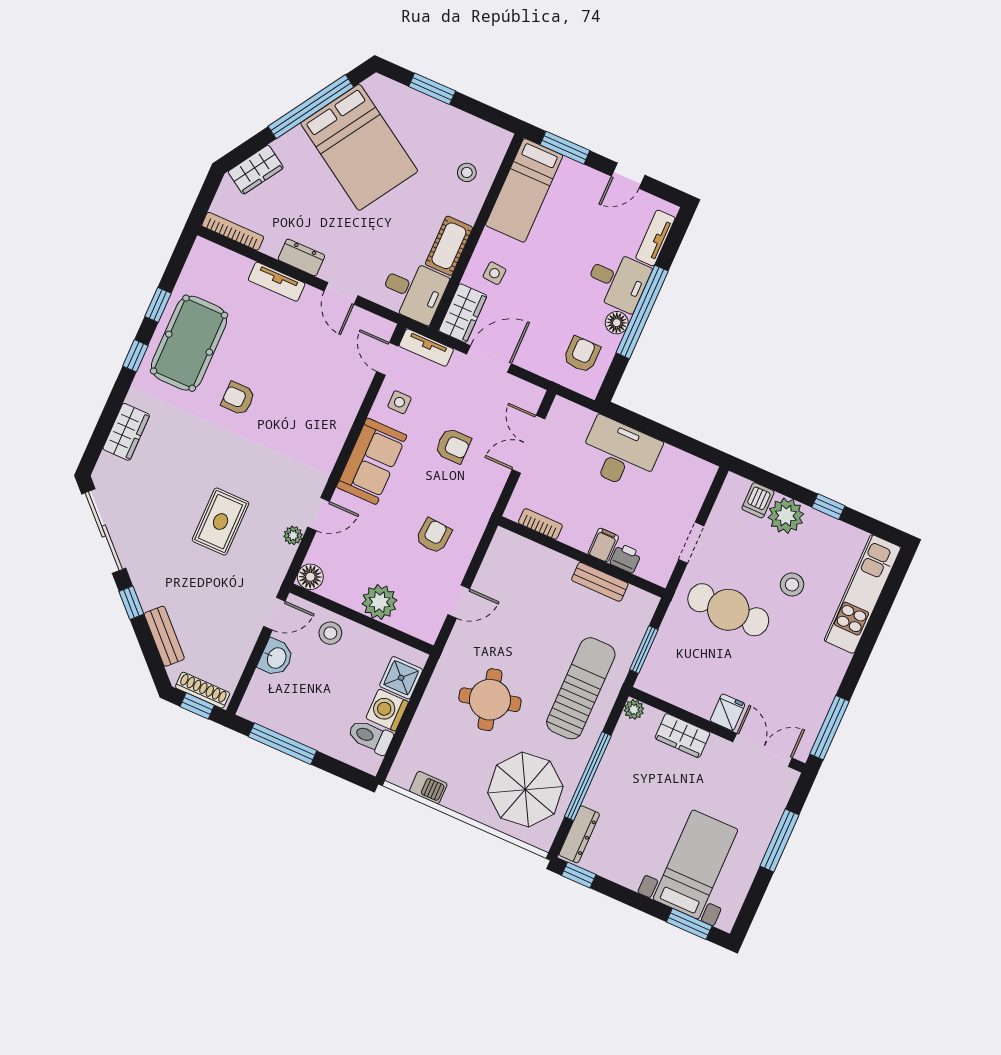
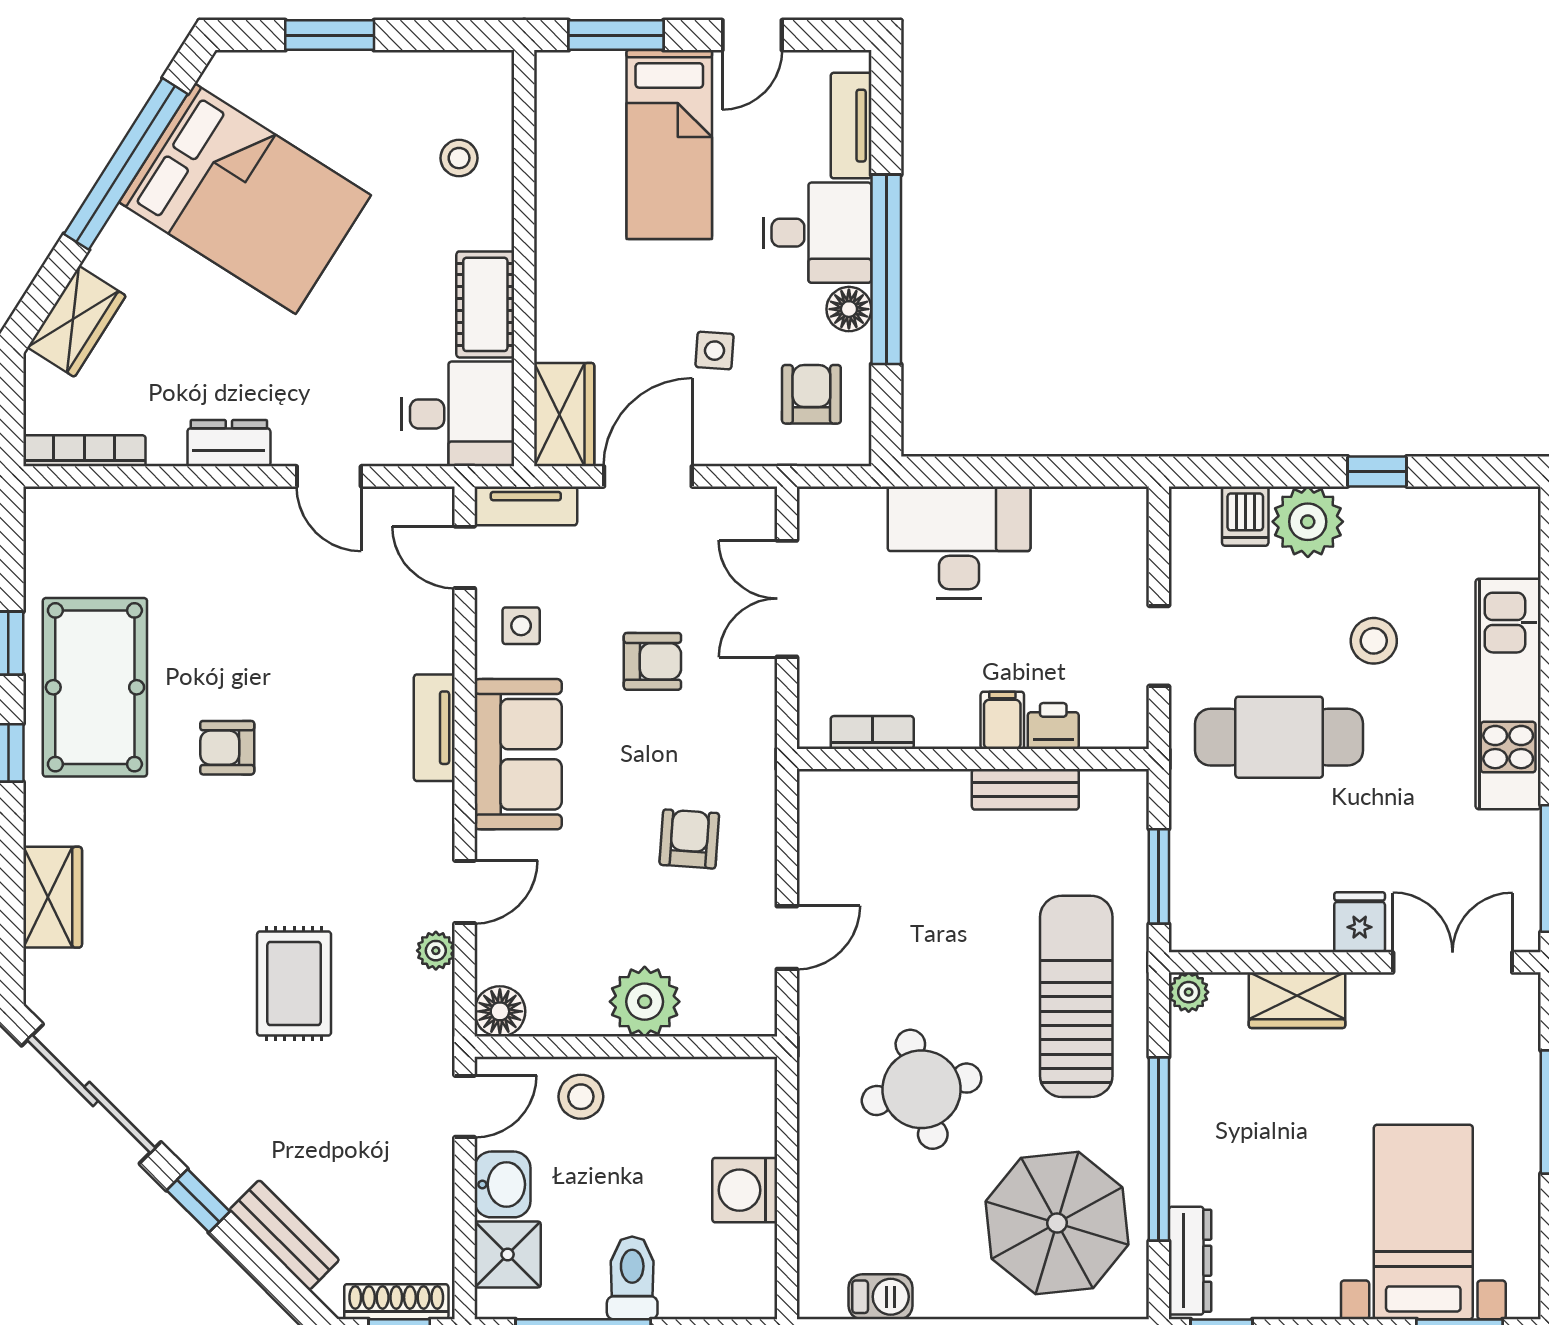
bed: (524, 190) -> (669, 145), moved
side table: (494, 273) -> (715, 351), moved
tv unit: (277, 282) -> (434, 728), moved, turned 90
kitchen unit: (862, 594) -> (1508, 694), moved
shower: (401, 678) -> (508, 1254), moved
toilet: (370, 737) -> (632, 1278), moved, turned 90

